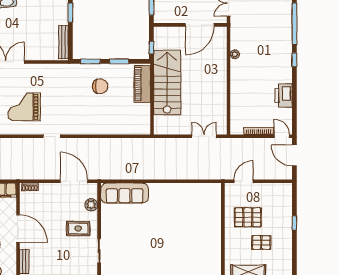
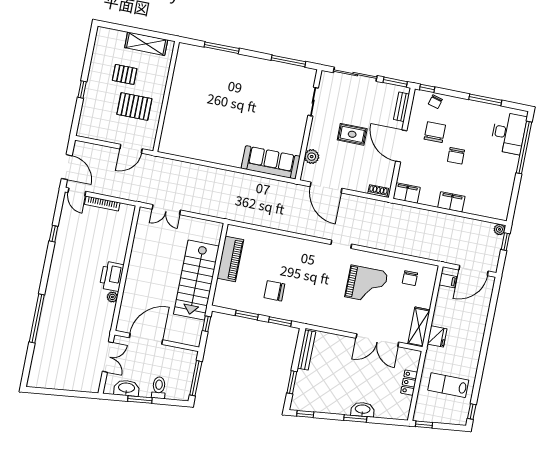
window: (294, 60) -> (54, 234), moved
piano: (142, 84) -> (230, 259), moved
printer: (284, 96) -> (112, 276), moved, turned 180
rug: (78, 228) -> (352, 134), moved

